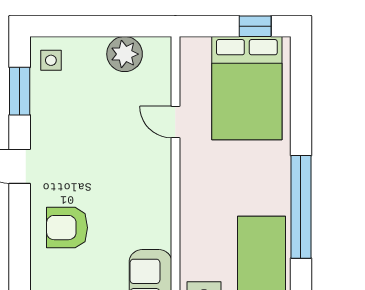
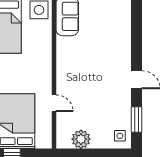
armchair: (67, 228) -> (111, 47), removed

